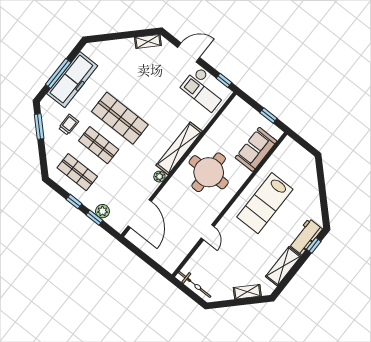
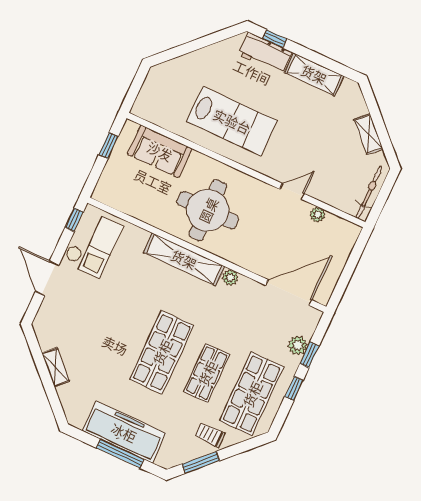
shelving: (148, 41) -> (56, 367), moved
trolley: (69, 125) -> (210, 435), moved
shop shelf: (77, 172) -> (252, 394), width x1.43, depth x1.36
plant: (188, 246) -> (317, 215), added
shelving: (247, 292) -> (369, 134), moved

